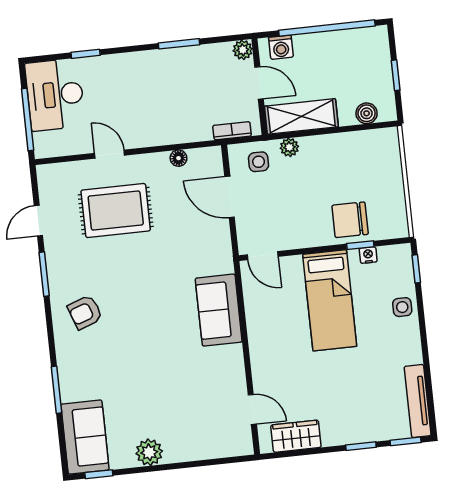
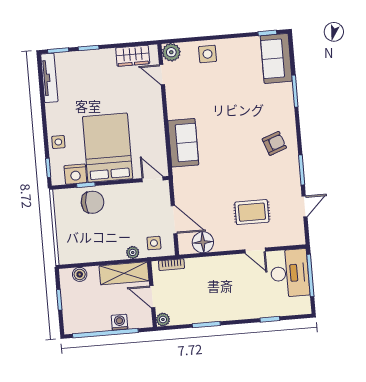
washing machine: (281, 47) -> (120, 322), moved
desk: (55, 95) -> (290, 273), moved
floor lamp: (178, 158) -> (203, 242), width x1.89, depth x1.89
rug: (116, 211) -> (252, 212), width x0.73, depth x0.70
nightstand: (368, 255) -> (75, 174), width x1.89, depth x1.79
bed: (330, 300) -> (108, 148), width x1.50
side table: (186, 441) -> (208, 54), added
plant: (149, 452) -> (171, 52), moved

